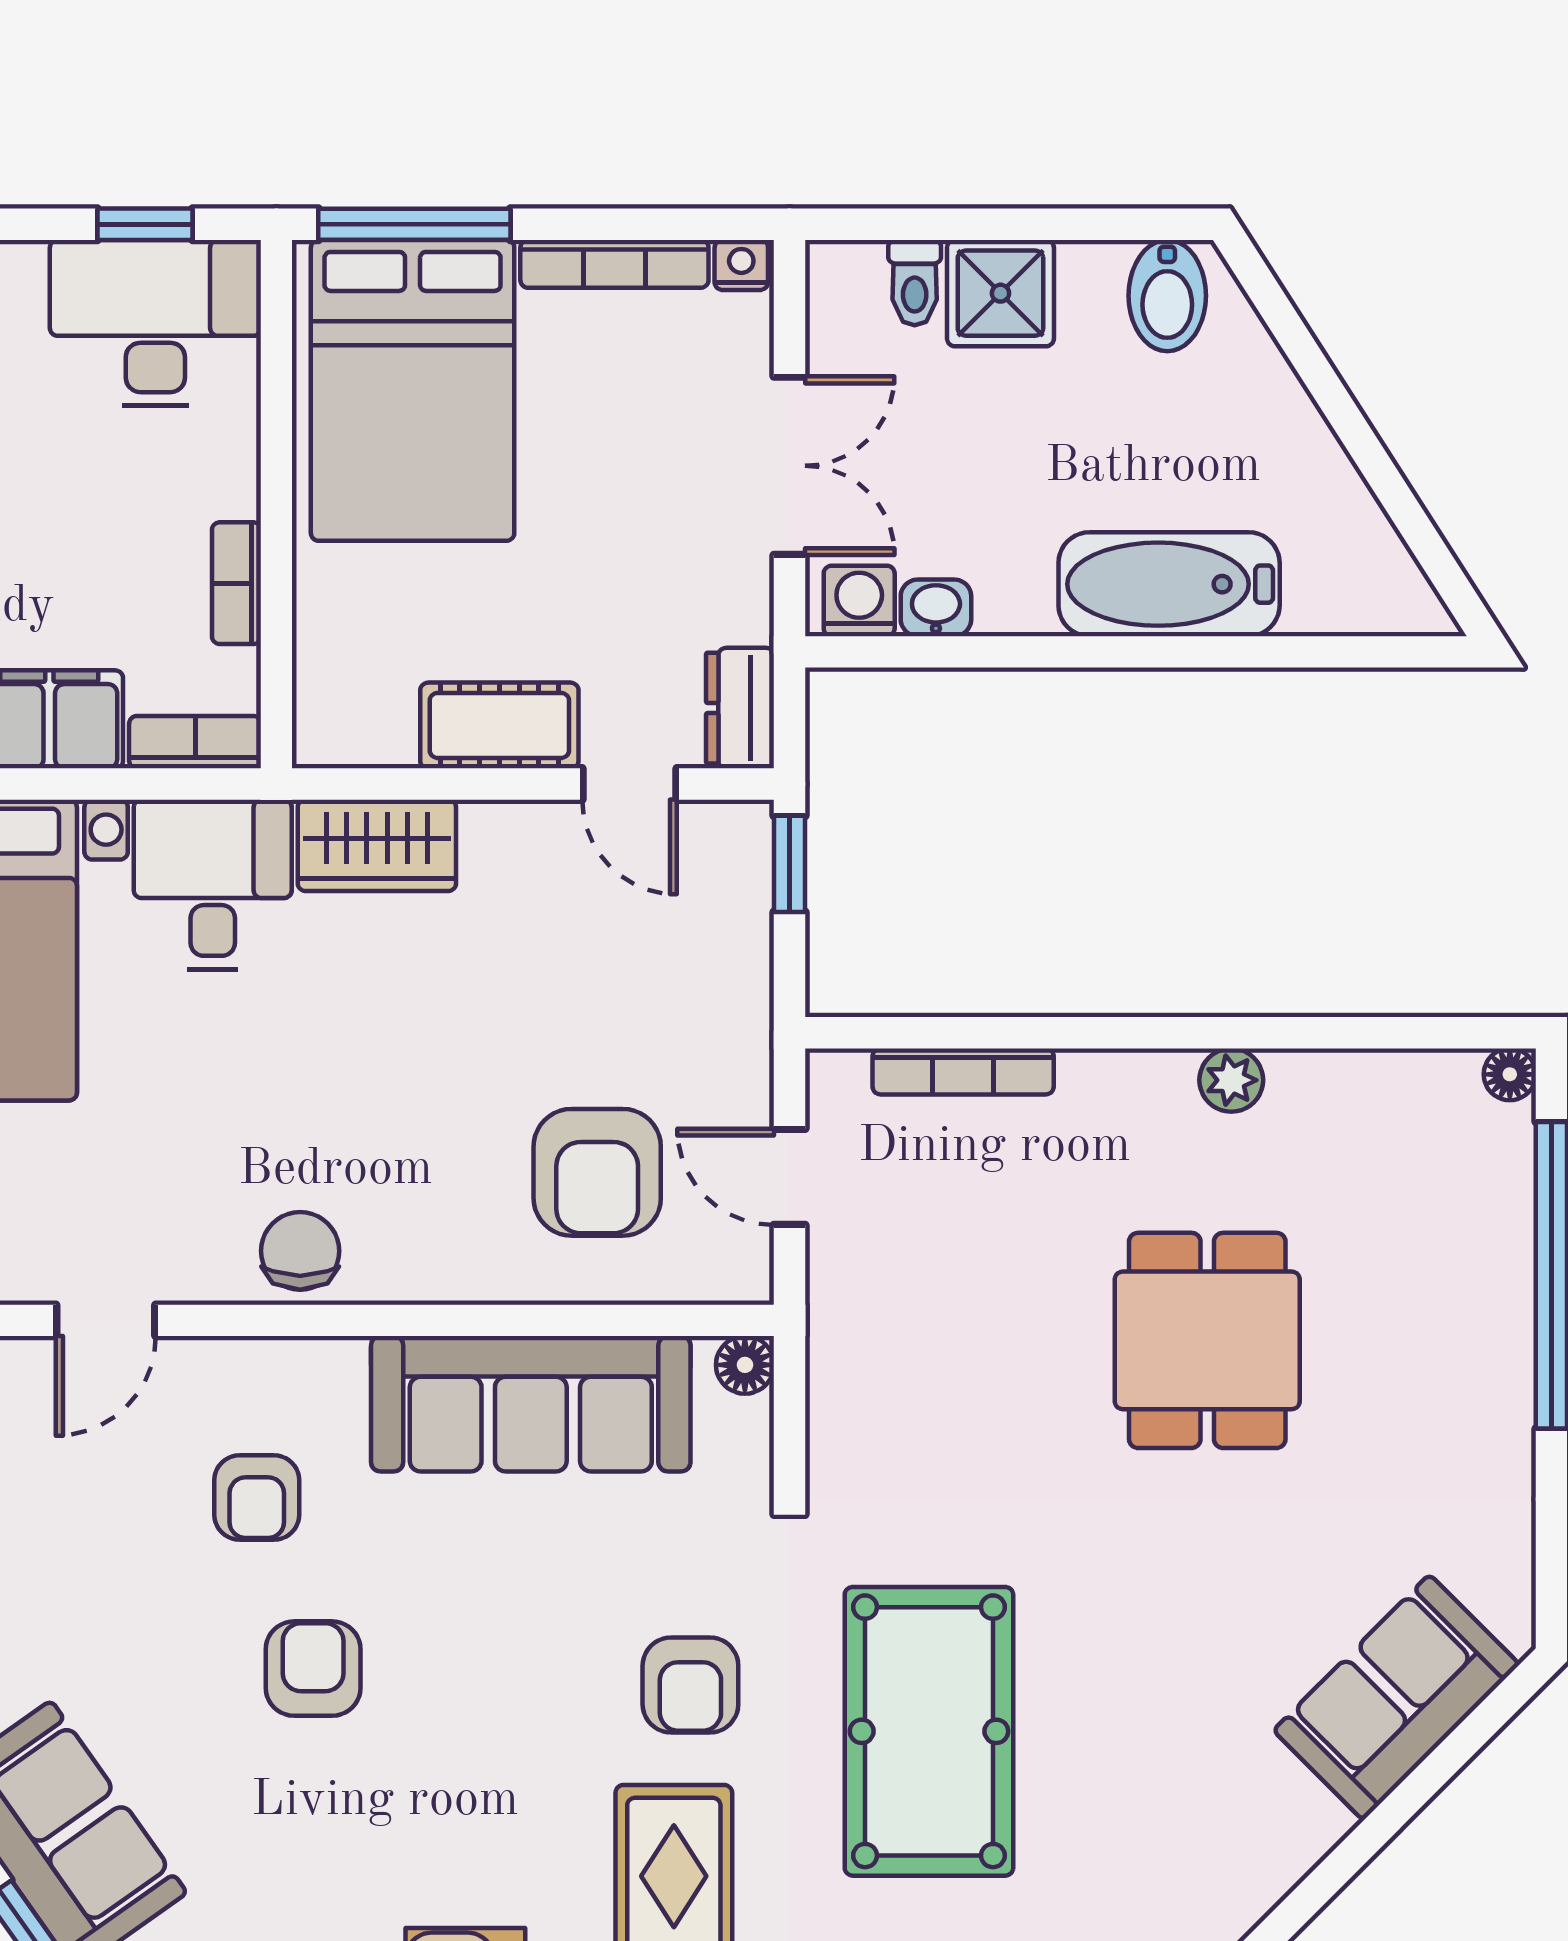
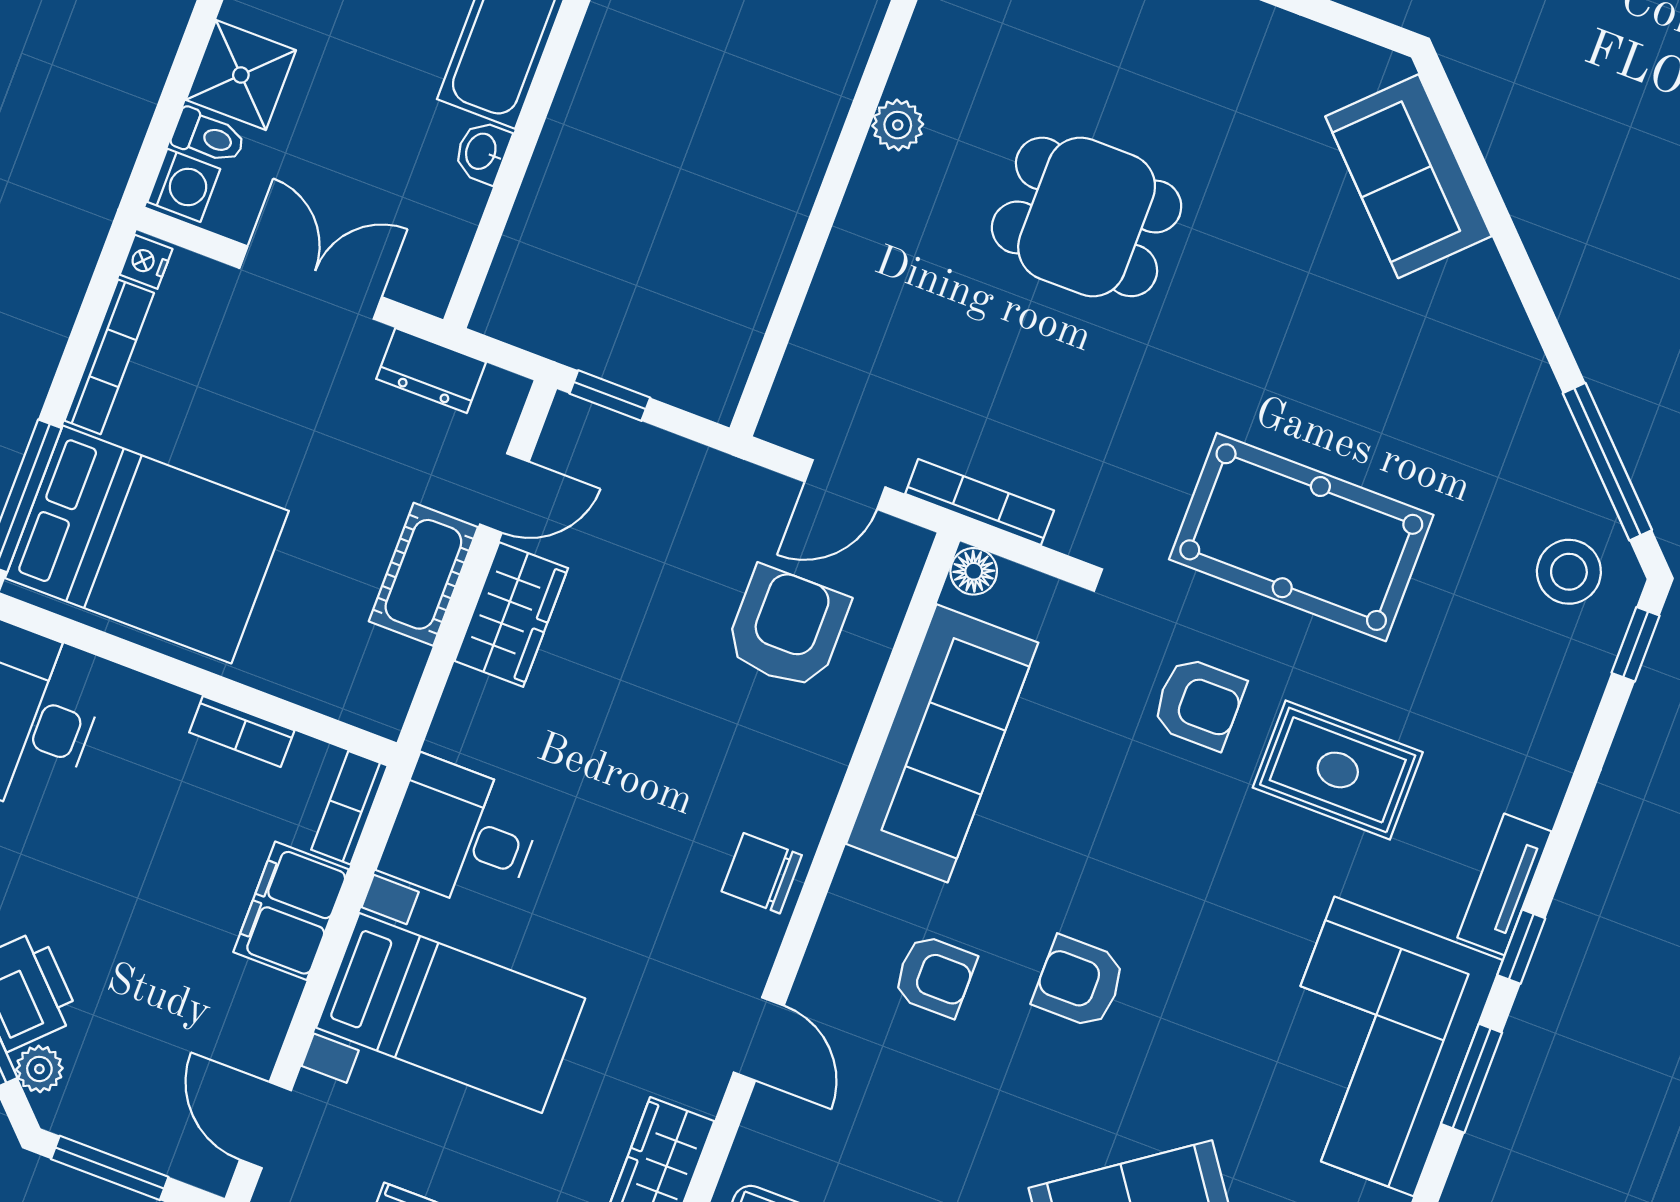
washing machine: (859, 601) -> (184, 185), moved, turned 180
washbasin: (936, 608) -> (482, 152), moved
dresser: (740, 708) -> (431, 371), moved
wardrobe: (377, 845) -> (511, 614), moved
bookcase: (963, 1071) -> (980, 502), moved, turned -90
armchair: (597, 1172) -> (787, 628), turned -90

